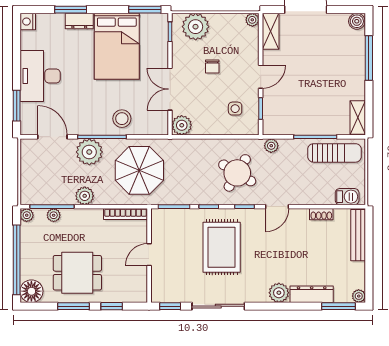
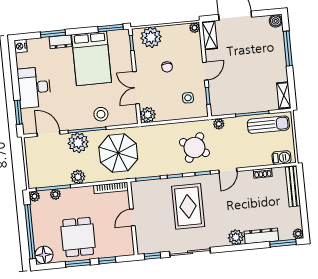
dining table: (77, 273) -> (78, 237), turned 90

